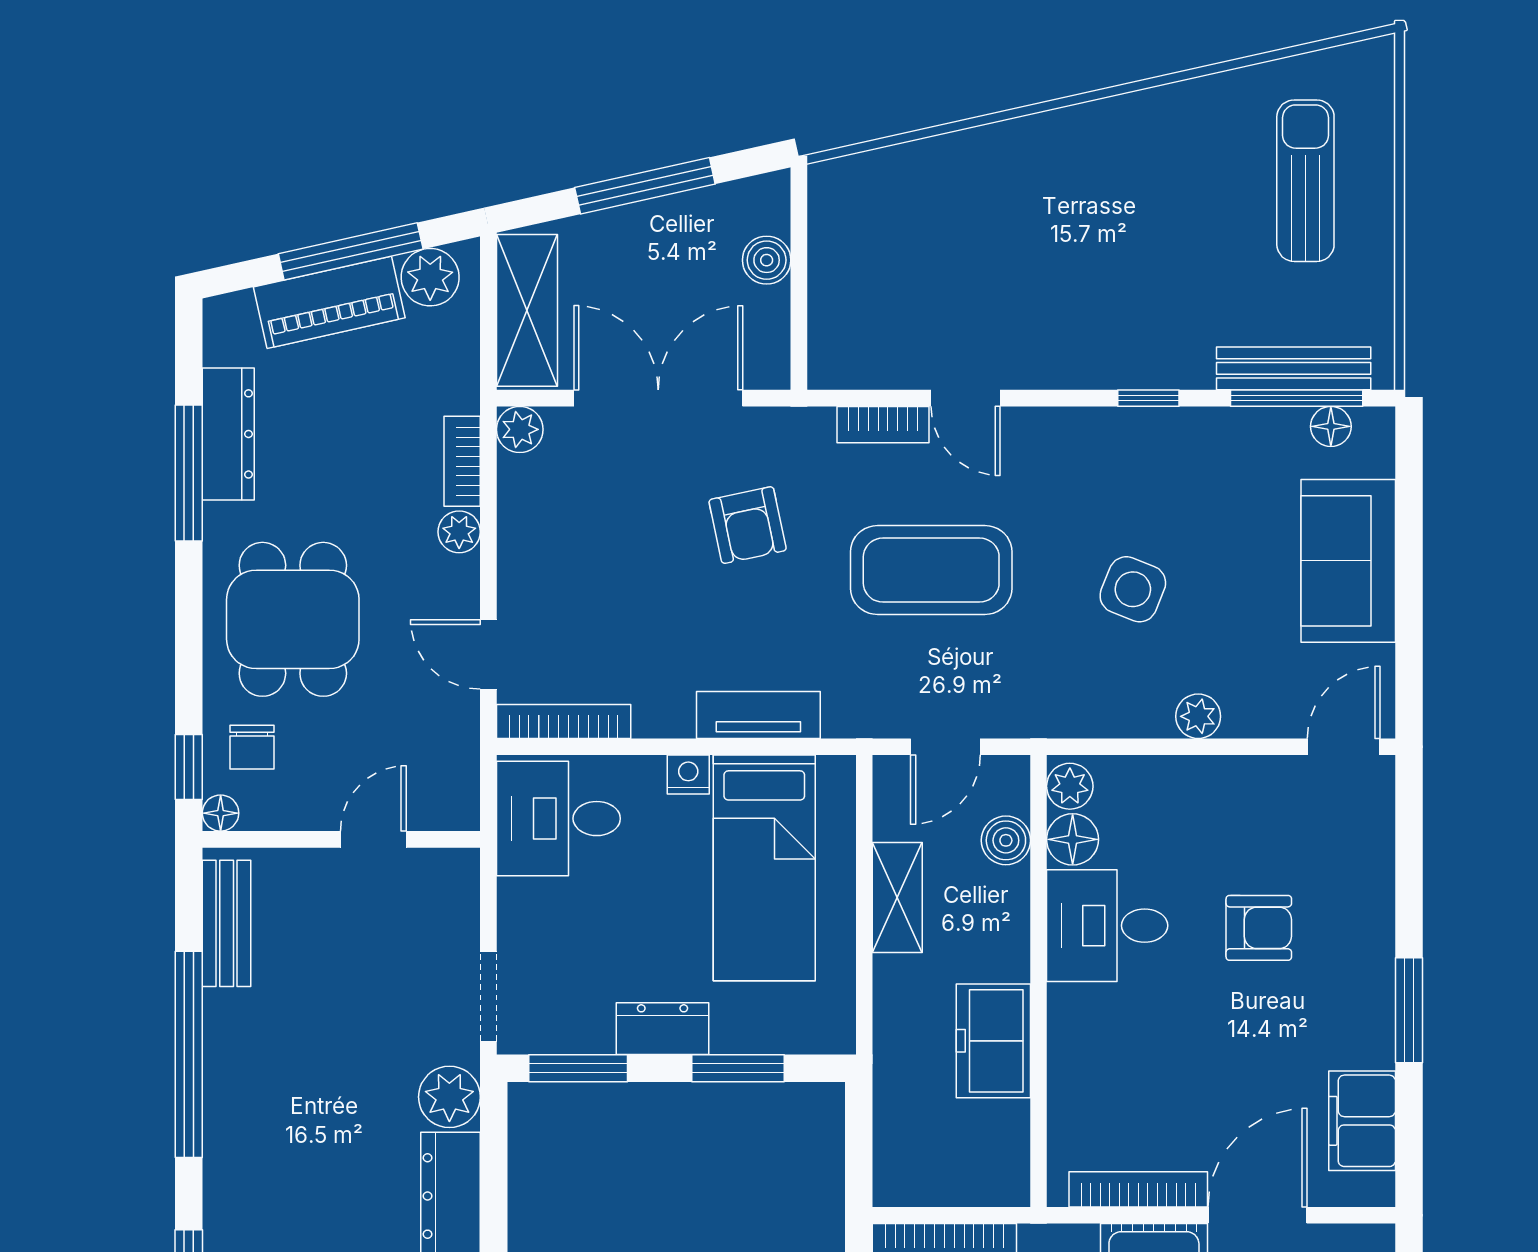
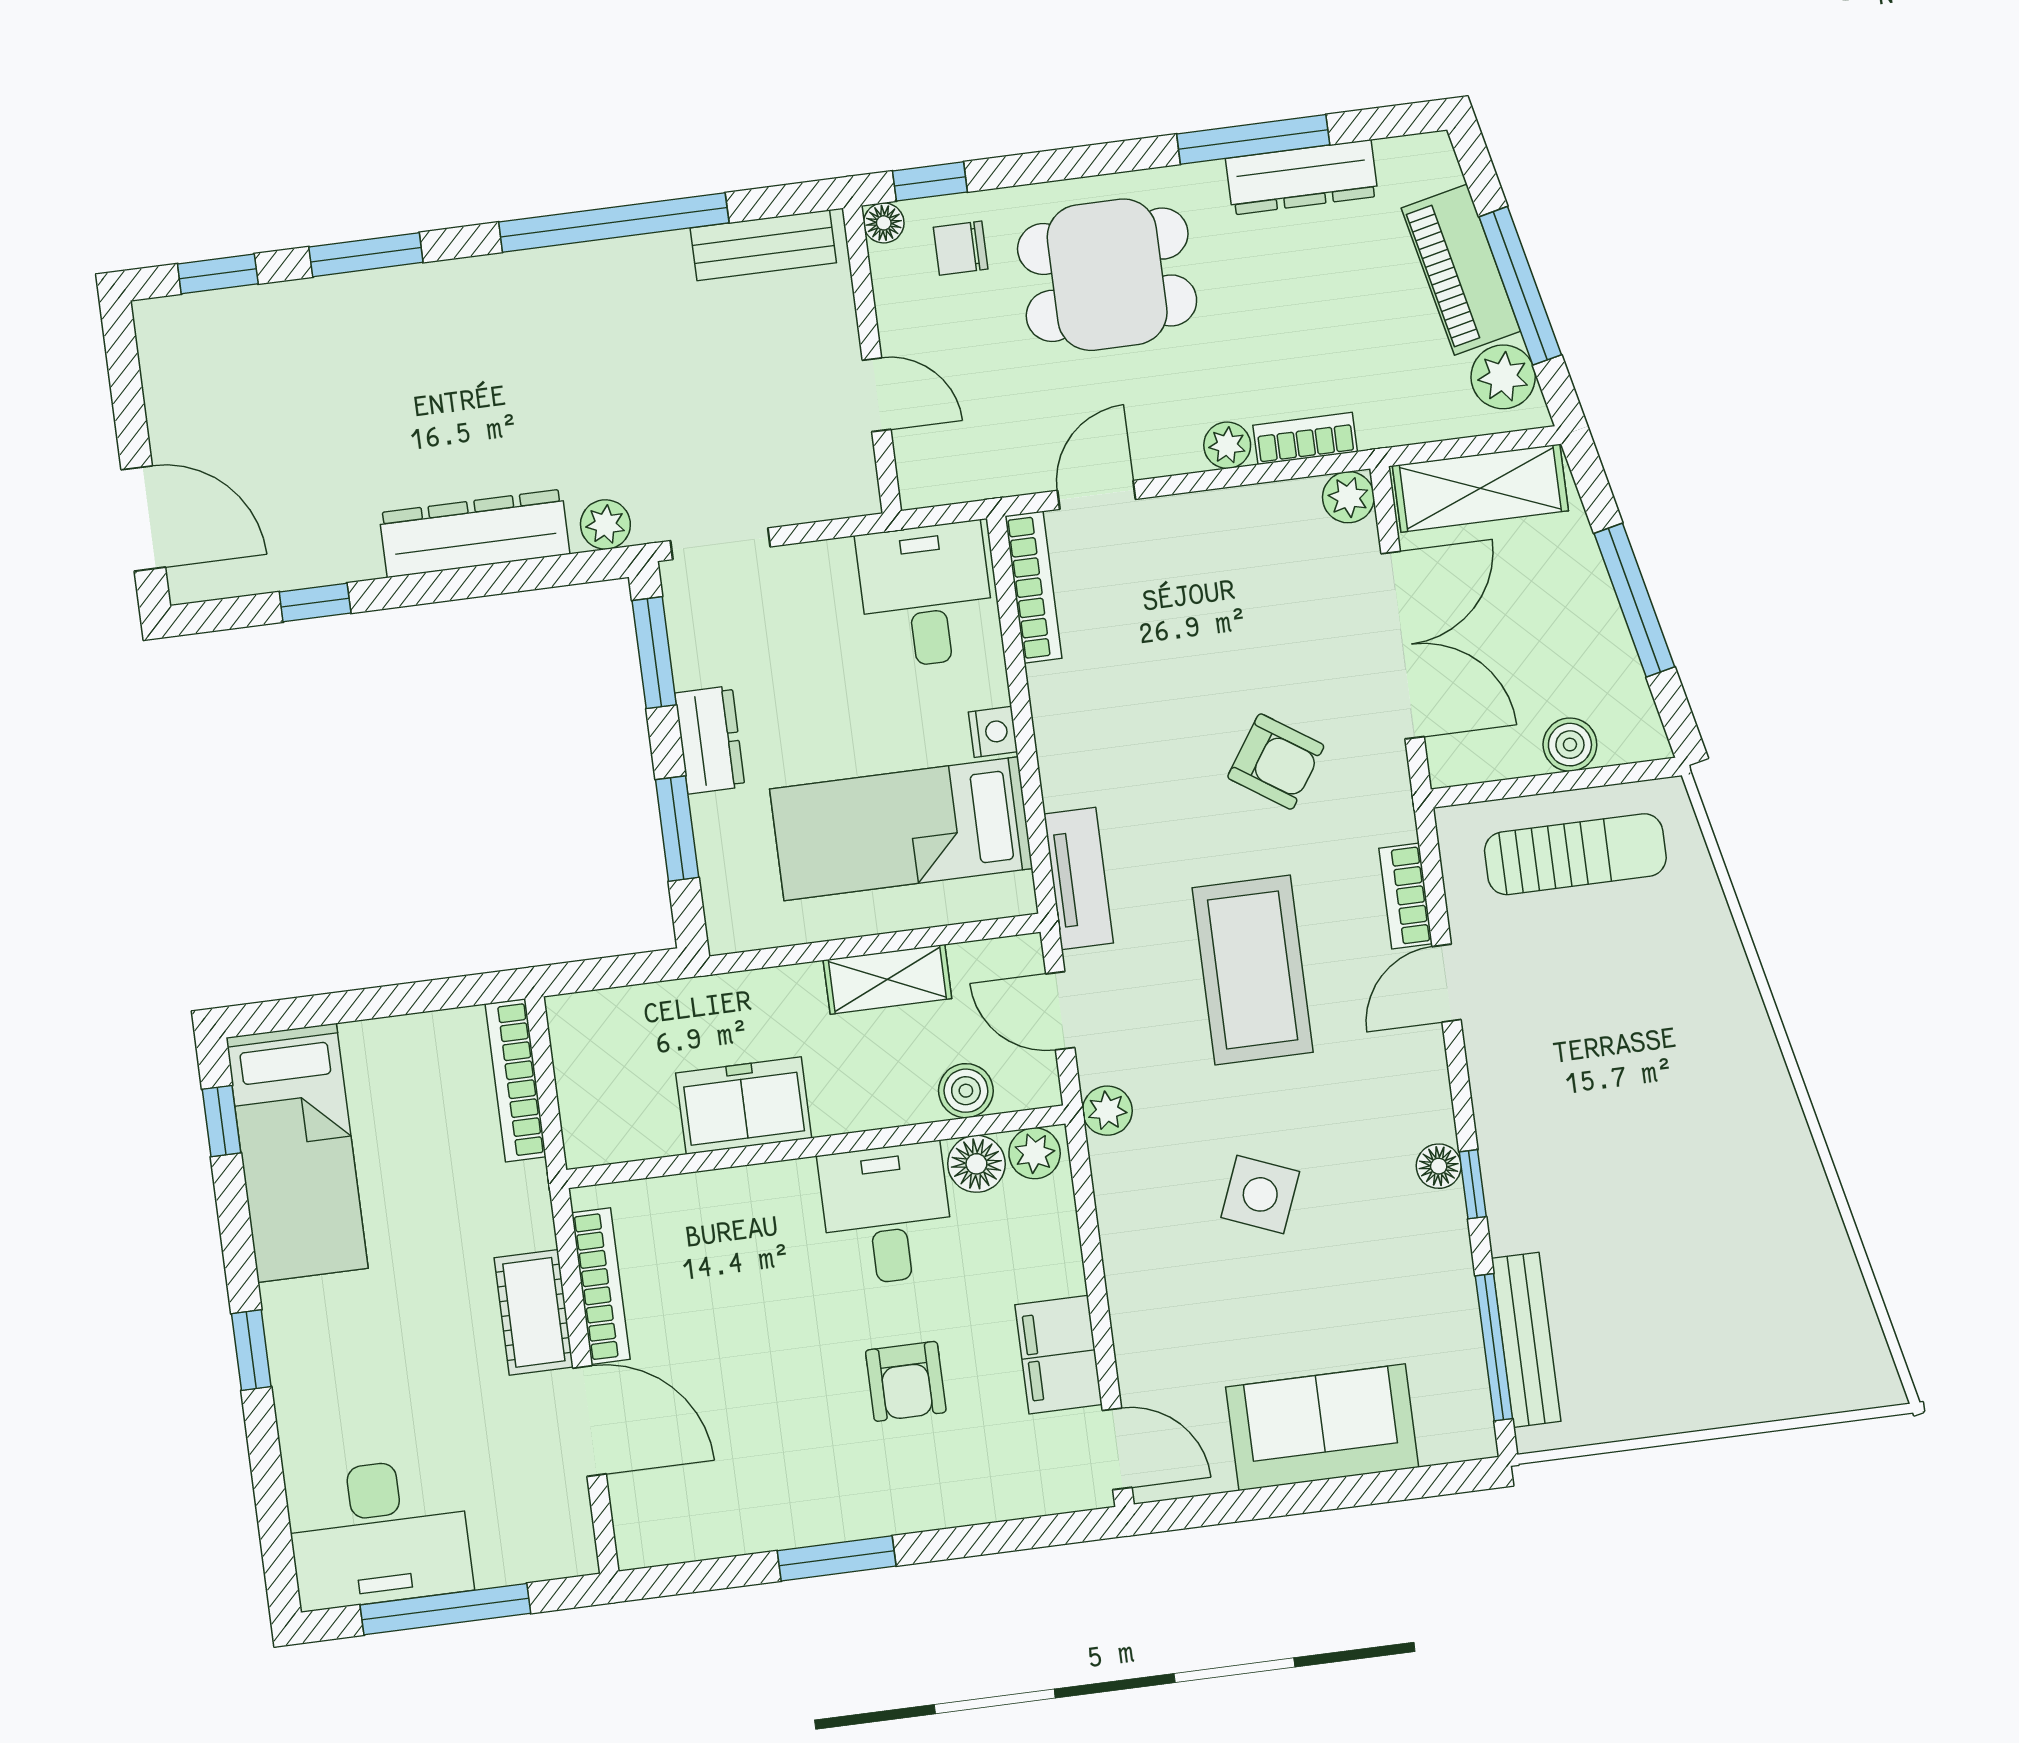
sun lounger: (1305, 181) -> (1575, 854), moved
floor lamp: (1331, 426) -> (1439, 1166), moved
armchair: (748, 525) -> (1276, 762), turned -134
tv unit: (758, 715) -> (1079, 879), moved
plant: (1198, 716) -> (1107, 1111), moved
plant: (449, 1097) -> (605, 524), width x0.73, depth x0.73
filing cabinet: (1362, 1121) -> (1059, 1355), moved, turned -90

